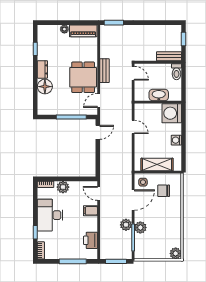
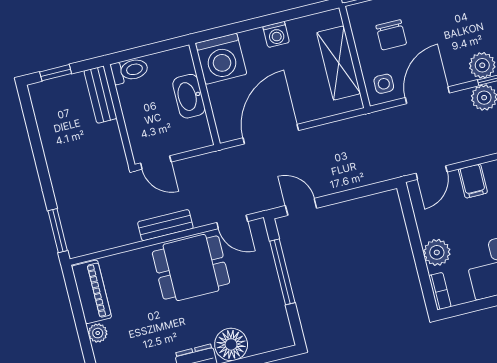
door: (133, 73) -> (156, 163), swing flipped
door: (133, 127) -> (271, 134), width x1.88
door: (133, 200) -> (427, 95), hinge flipped

